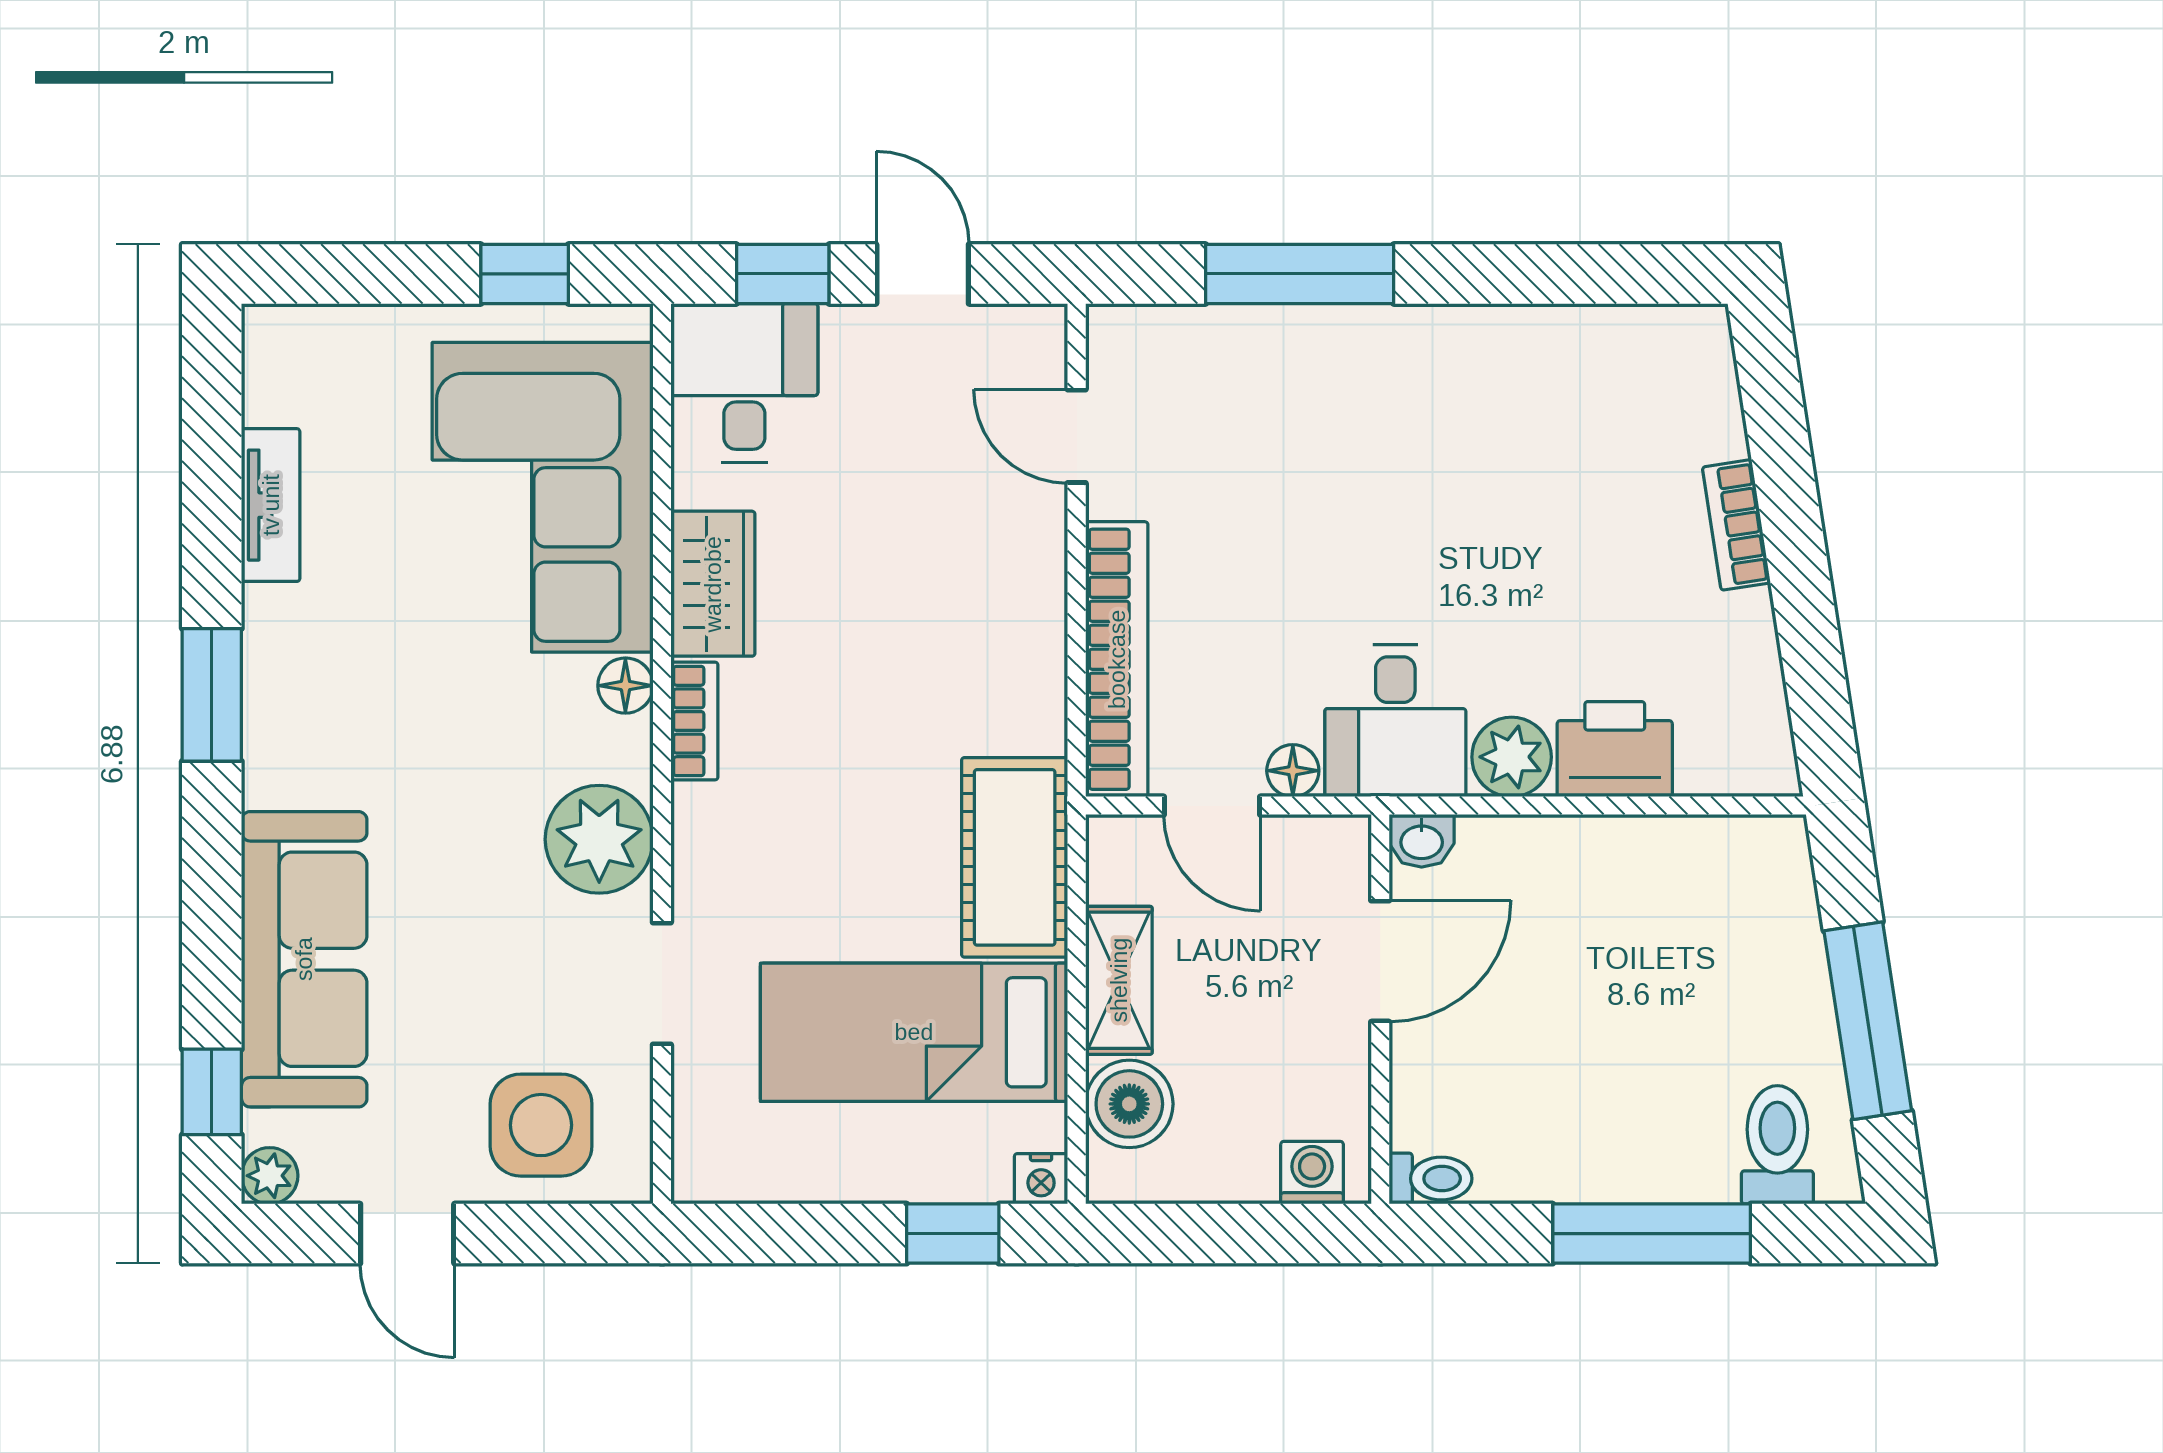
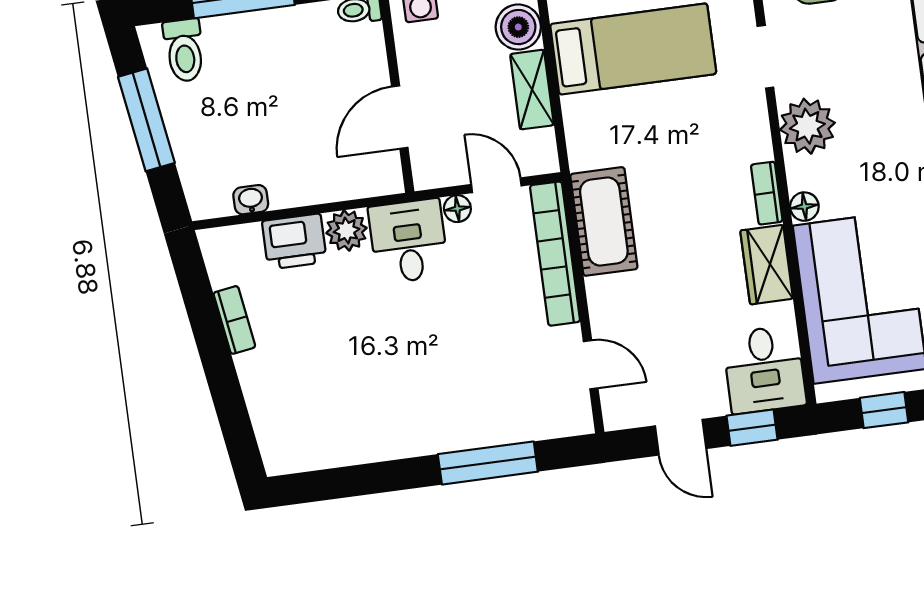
bookcase: (1736, 525) -> (234, 320), moved
washbasin: (1422, 841) -> (251, 200), moved
cot: (1015, 857) -> (604, 221), moved

